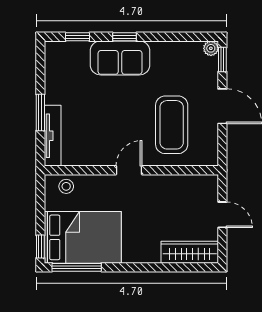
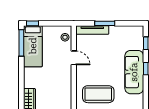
sofa: (120, 58) -> (134, 72), width x1.36
door: (129, 170) -> (74, 58), moved
bed: (83, 237) -> (33, 46), width x0.67

